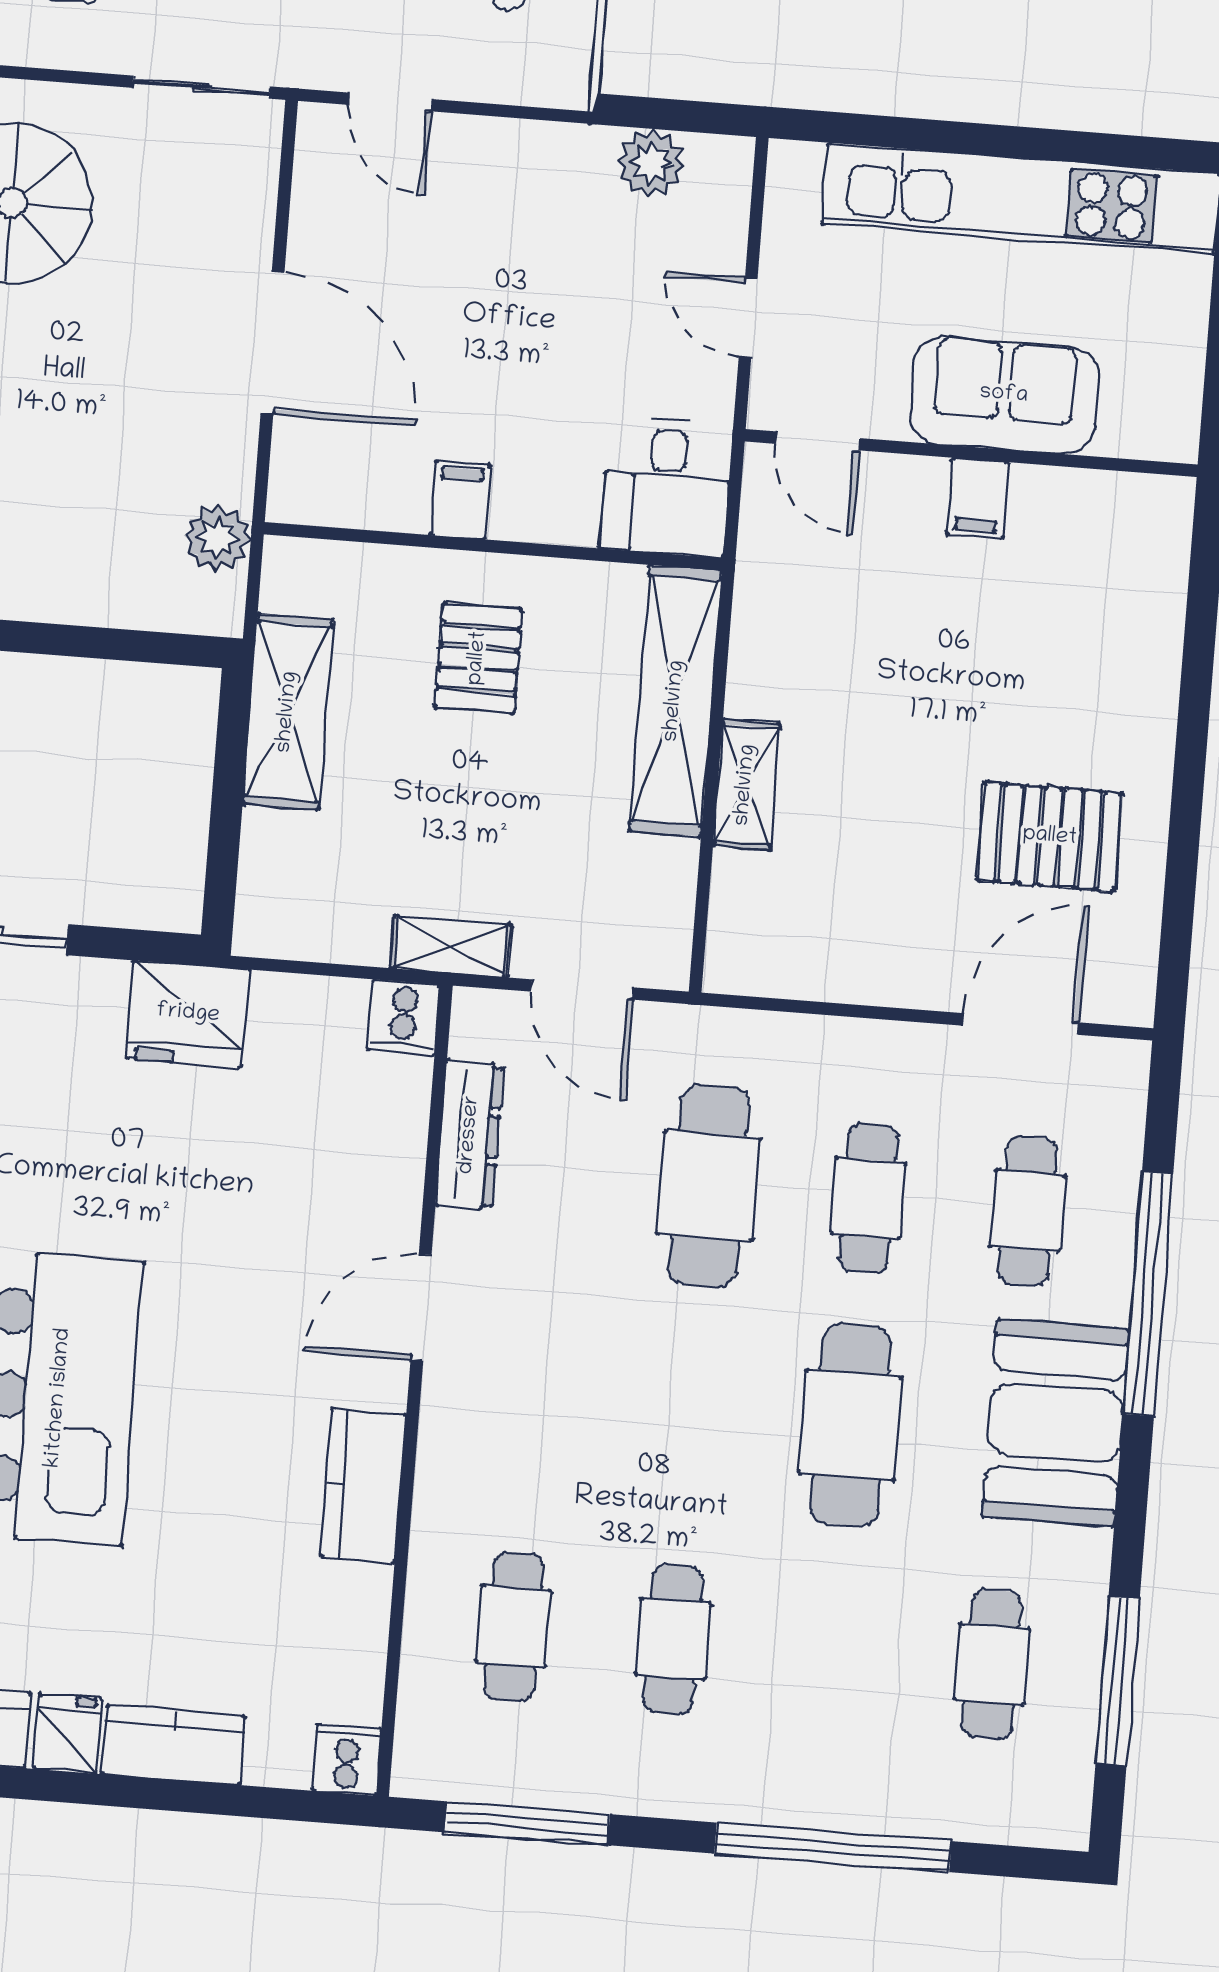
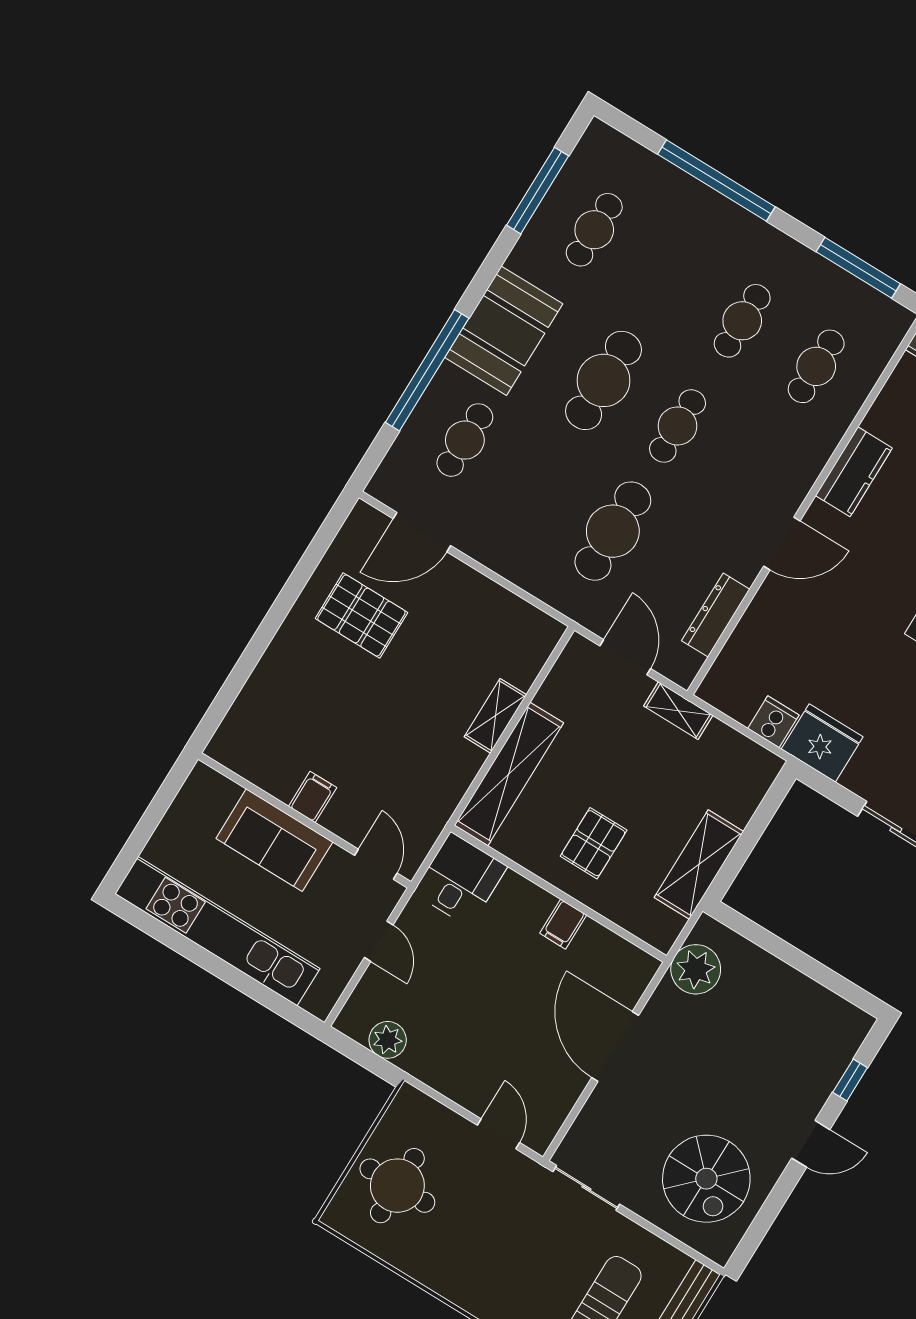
plant: (217, 538) -> (696, 969), width x1.36, depth x1.36
cooker: (404, 1017) -> (773, 722), moved
cafe table: (868, 1198) -> (677, 426), moved

